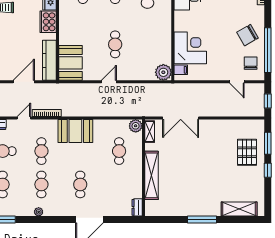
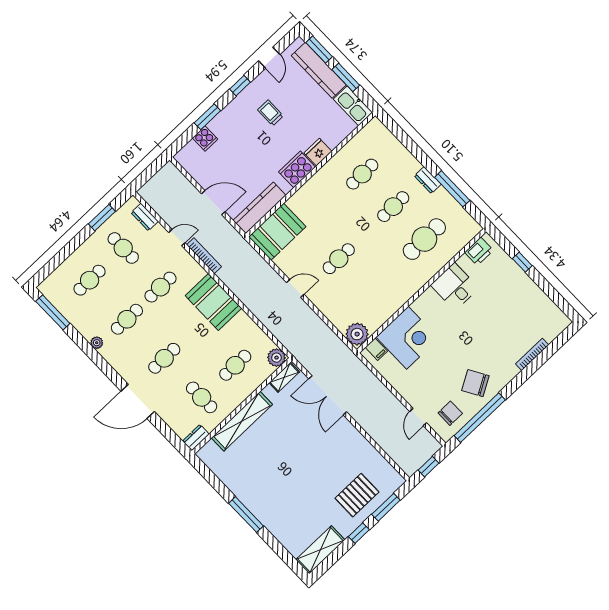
cafe table: (119, 184) -> (202, 397), added
shelving: (239, 209) -> (320, 550), moved, turned 90

